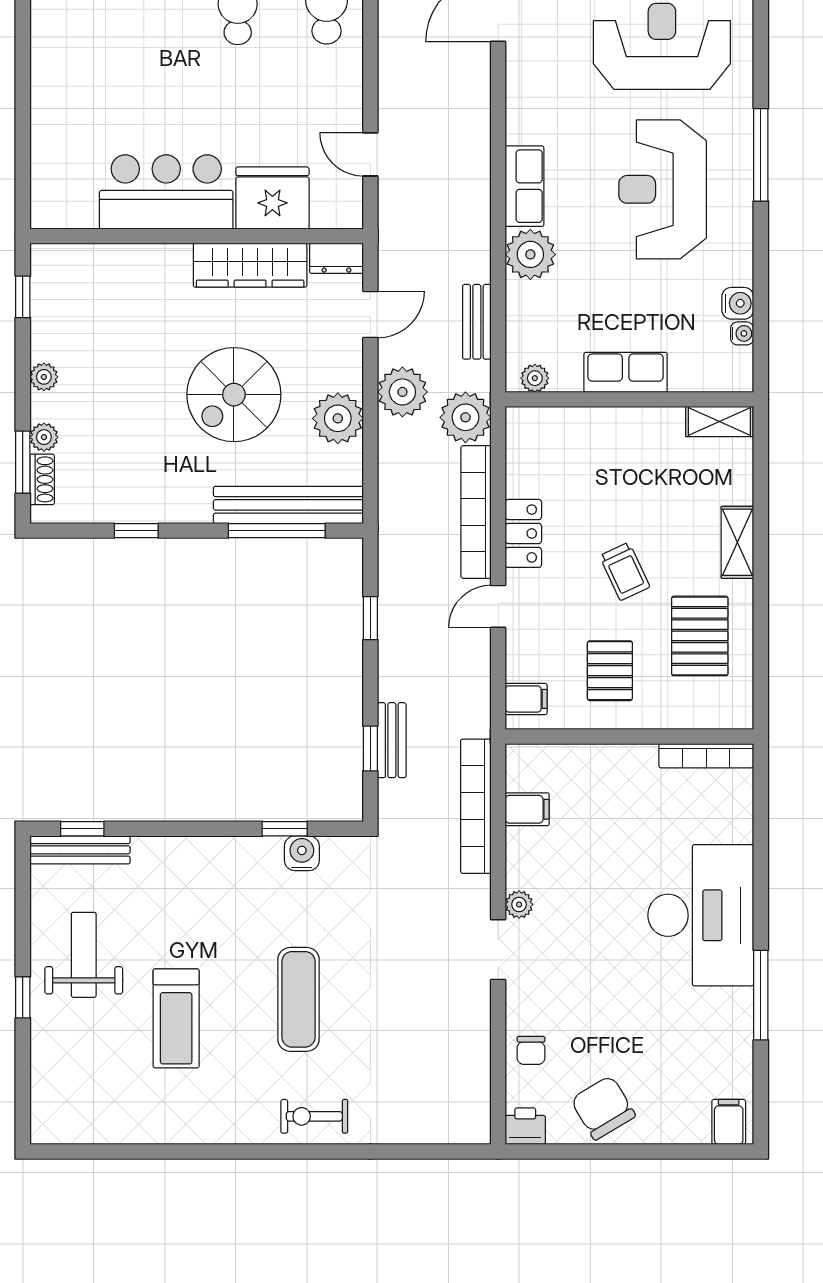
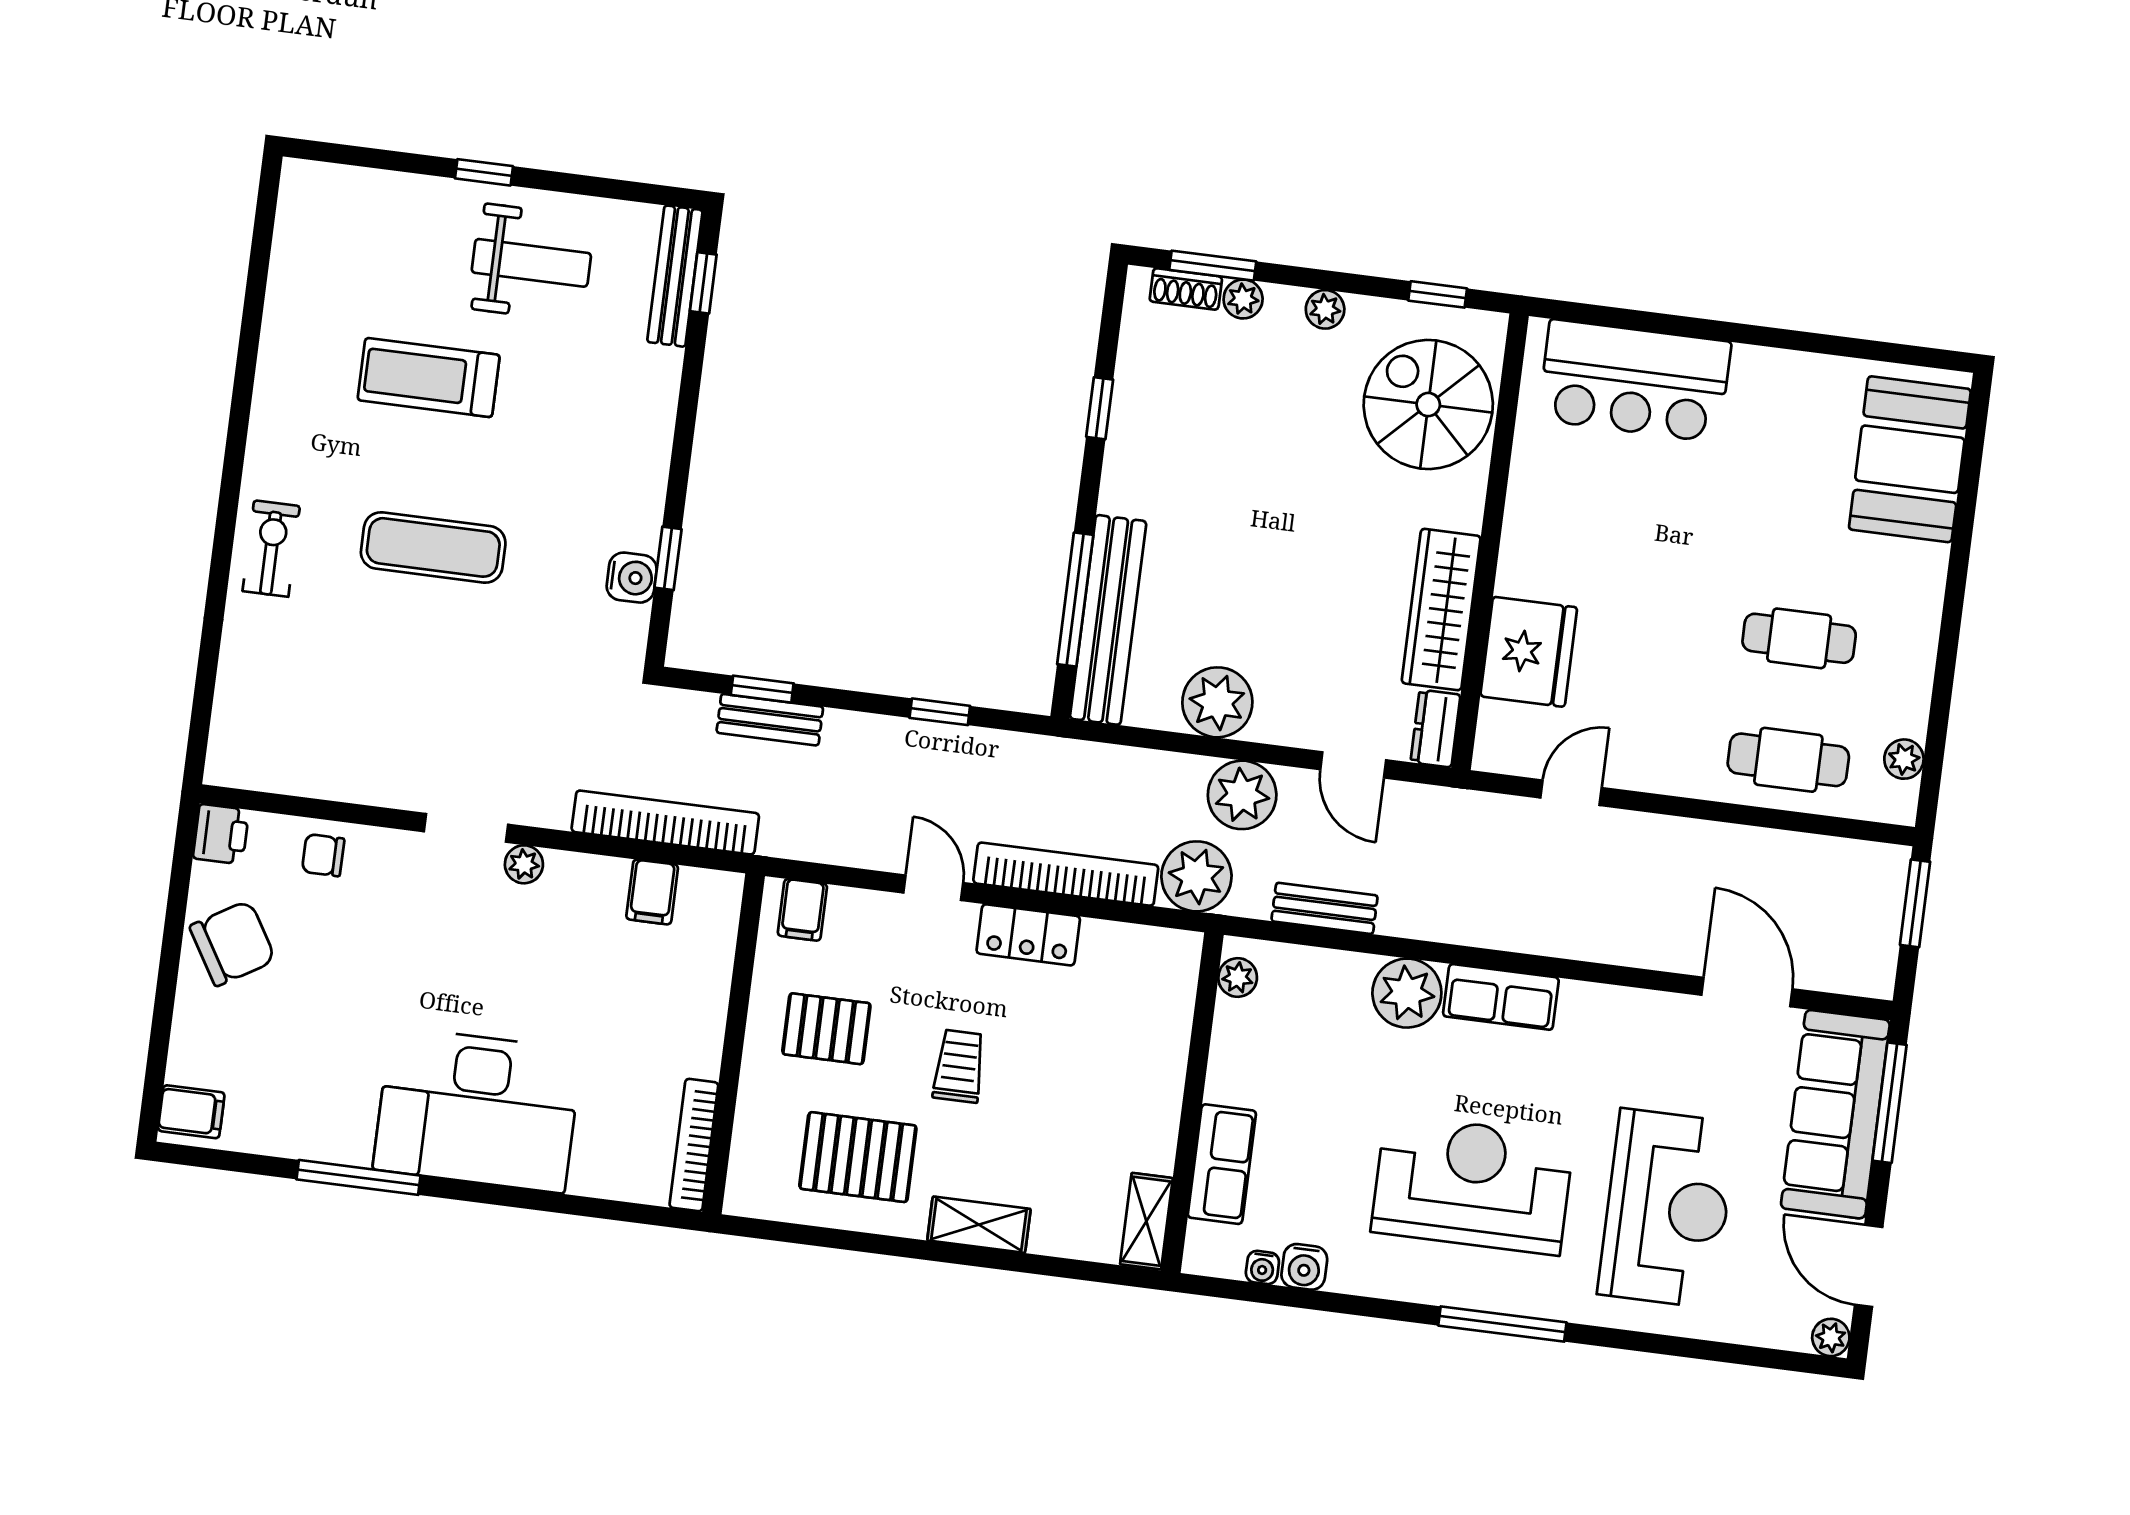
bar counter: (166, 192) -> (1634, 381), moved, turned 90
row of seats: (626, 372) -> (1222, 1164), moved
spiral stairs: (234, 395) -> (1428, 405), moved
trolley: (625, 571) -> (959, 1066), turned 115

